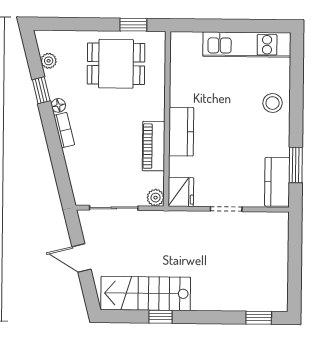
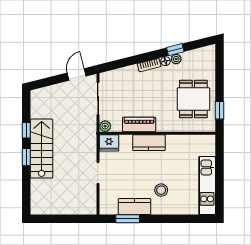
plant: (49, 61) -> (176, 59), moved
stool: (273, 103) -> (161, 190), moved
kitchen counter: (277, 182) -> (135, 207), moved
door: (81, 258) -> (77, 74), moved
stairs: (146, 293) -> (42, 149), moved
window: (259, 318) -> (26, 157), moved

